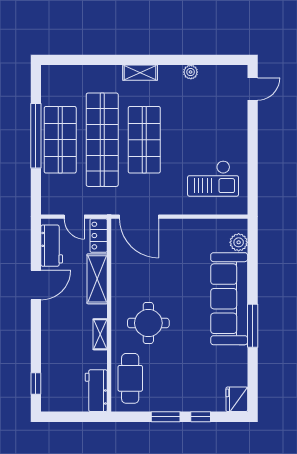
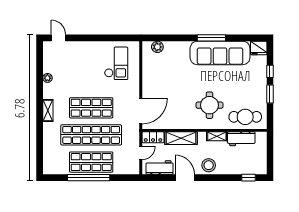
sofa: (229, 299) -> (220, 53), moved
stool: (55, 322) -> (209, 165), added
workbench: (96, 391) -> (241, 139), moved

